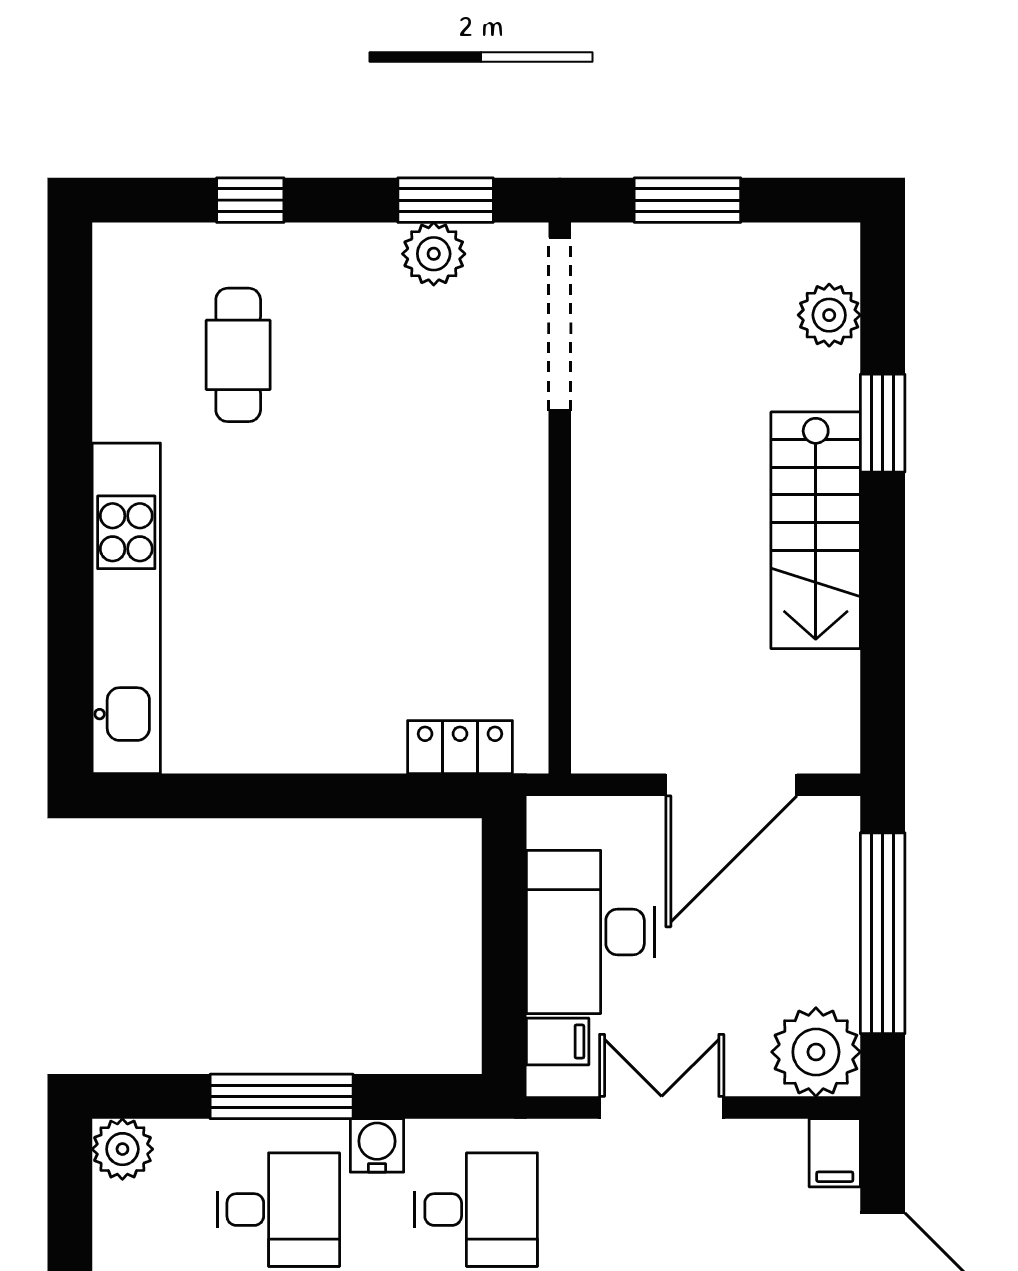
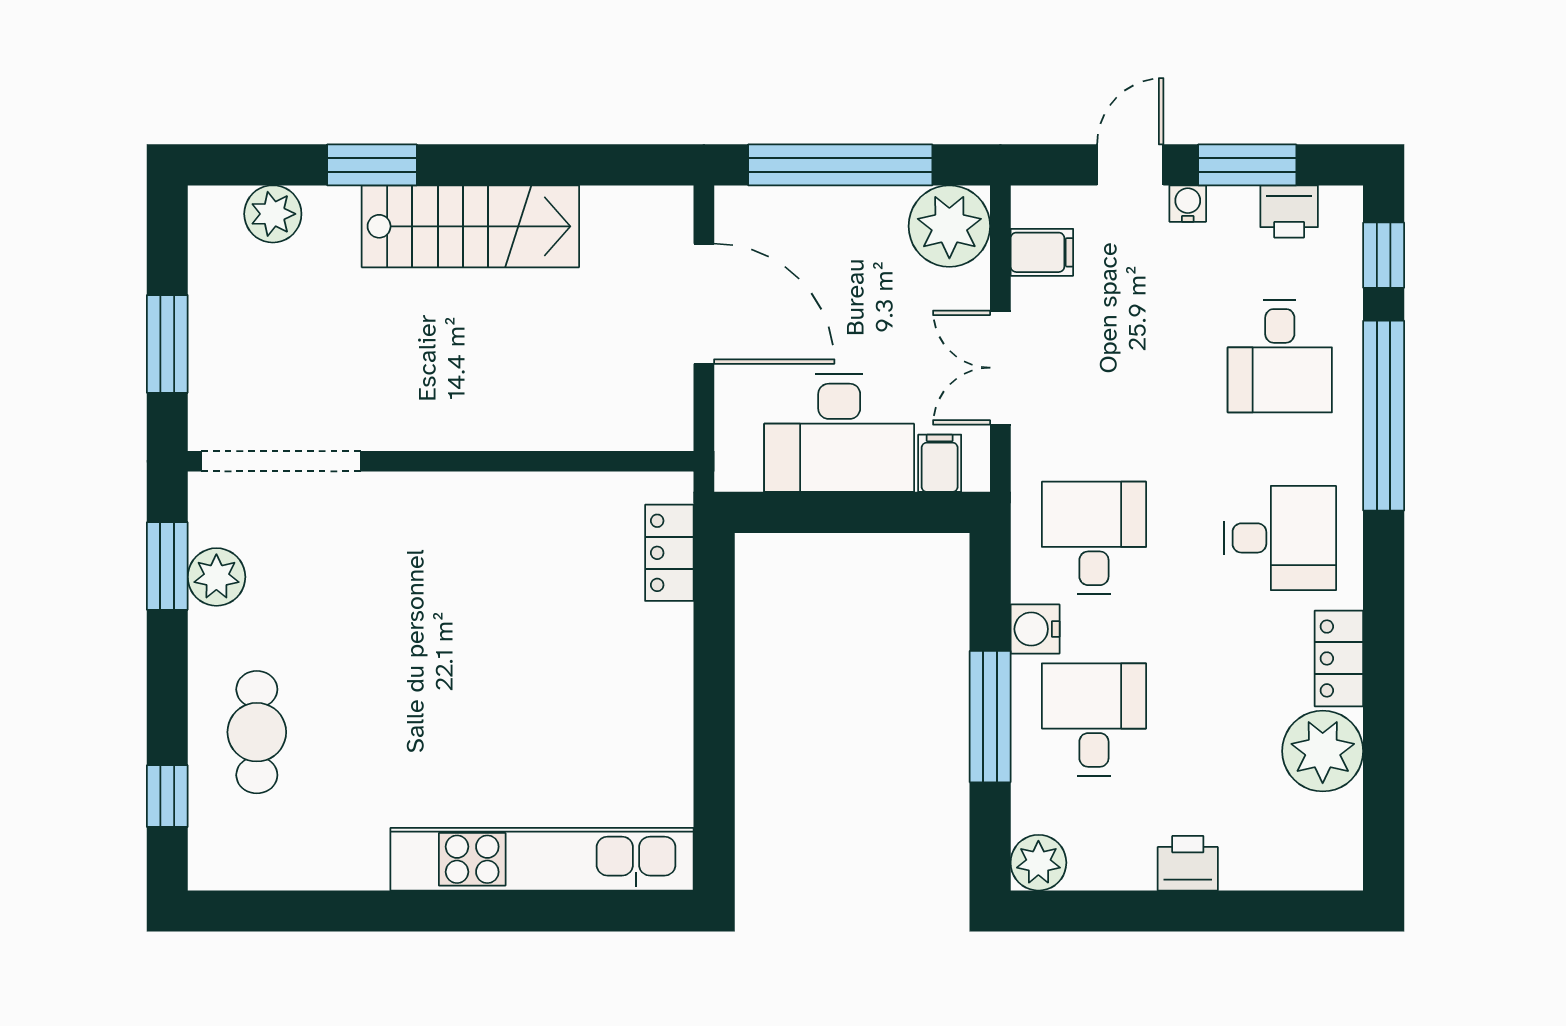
window: (250, 200) -> (167, 796), moved
cafe table: (238, 355) -> (257, 732), moved, turned 90
filing cabinet: (835, 1153) -> (1042, 252), moved

